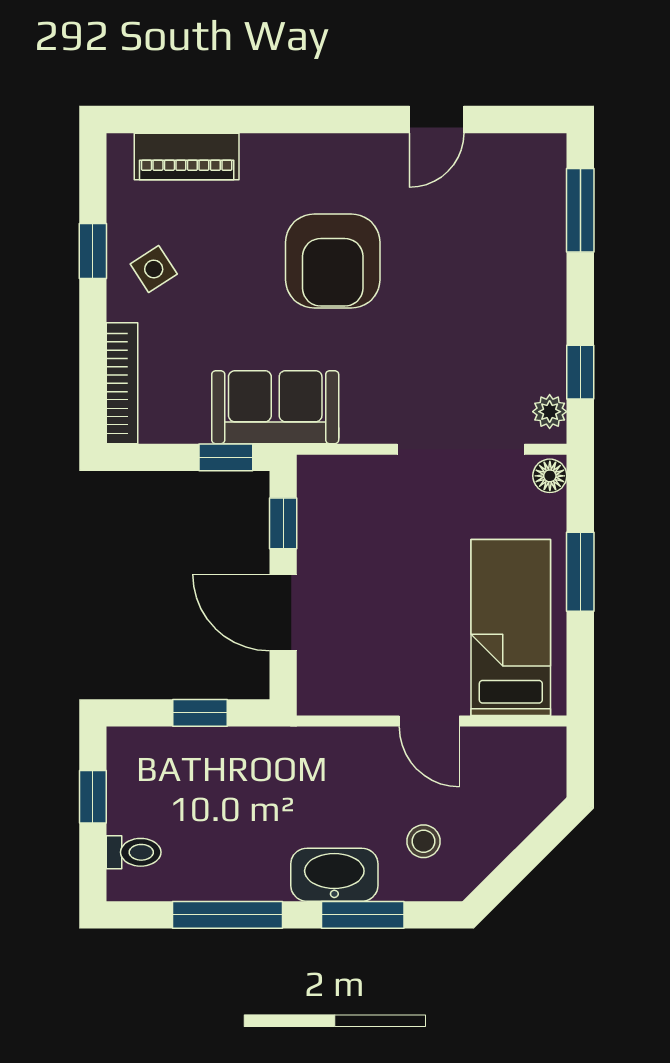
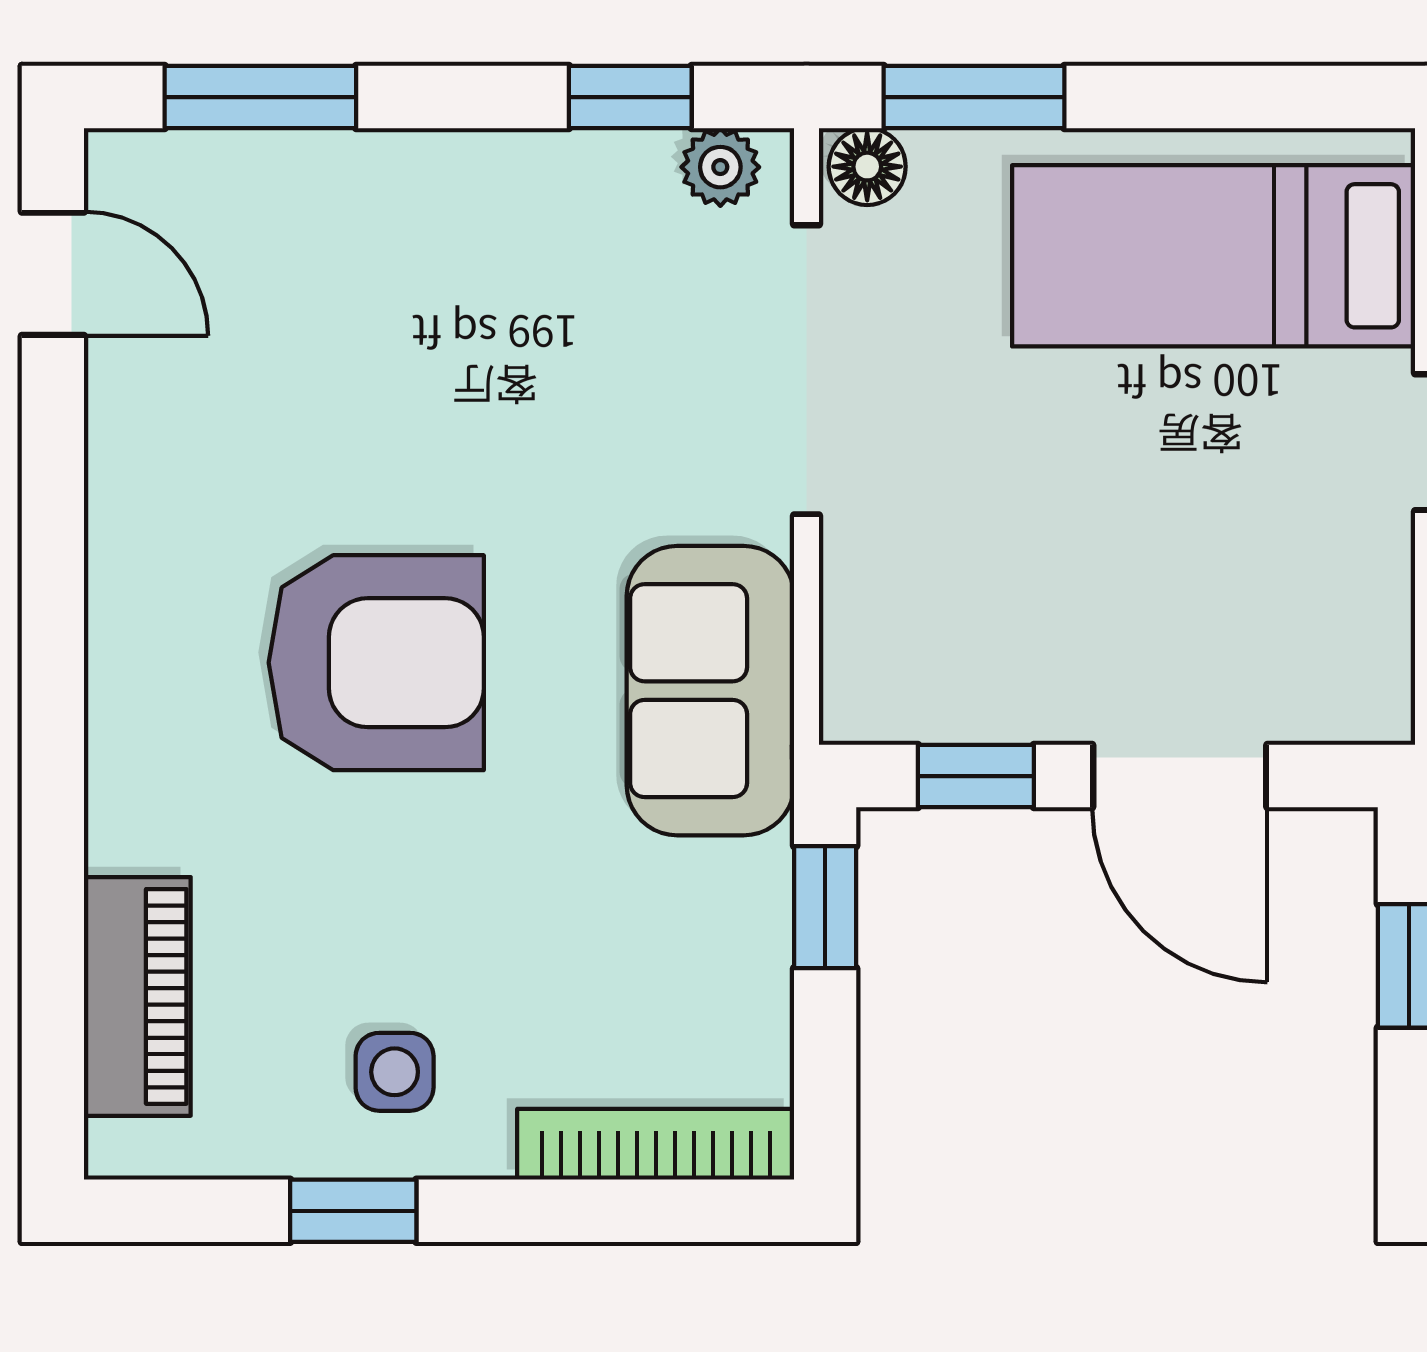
door: (437, 119) -> (53, 274), moved
side table: (154, 269) -> (395, 1072), turned 33
sofa: (275, 407) -> (710, 691), moved
window: (580, 572) -> (974, 97), moved
door: (283, 613) -> (1180, 776), hinge flipped

